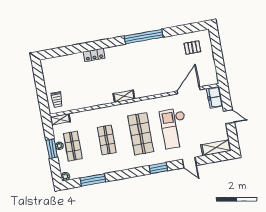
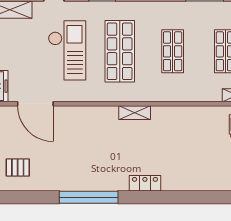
locker: (94, 55) -> (145, 183), moved
door: (189, 90) -> (35, 104), hinge flipped

